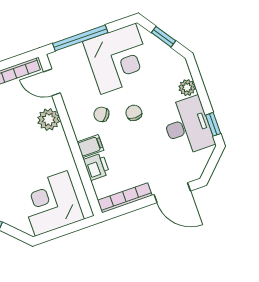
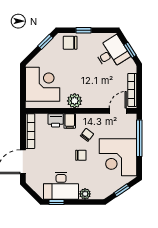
plant: (49, 120) -> (75, 101), moved

